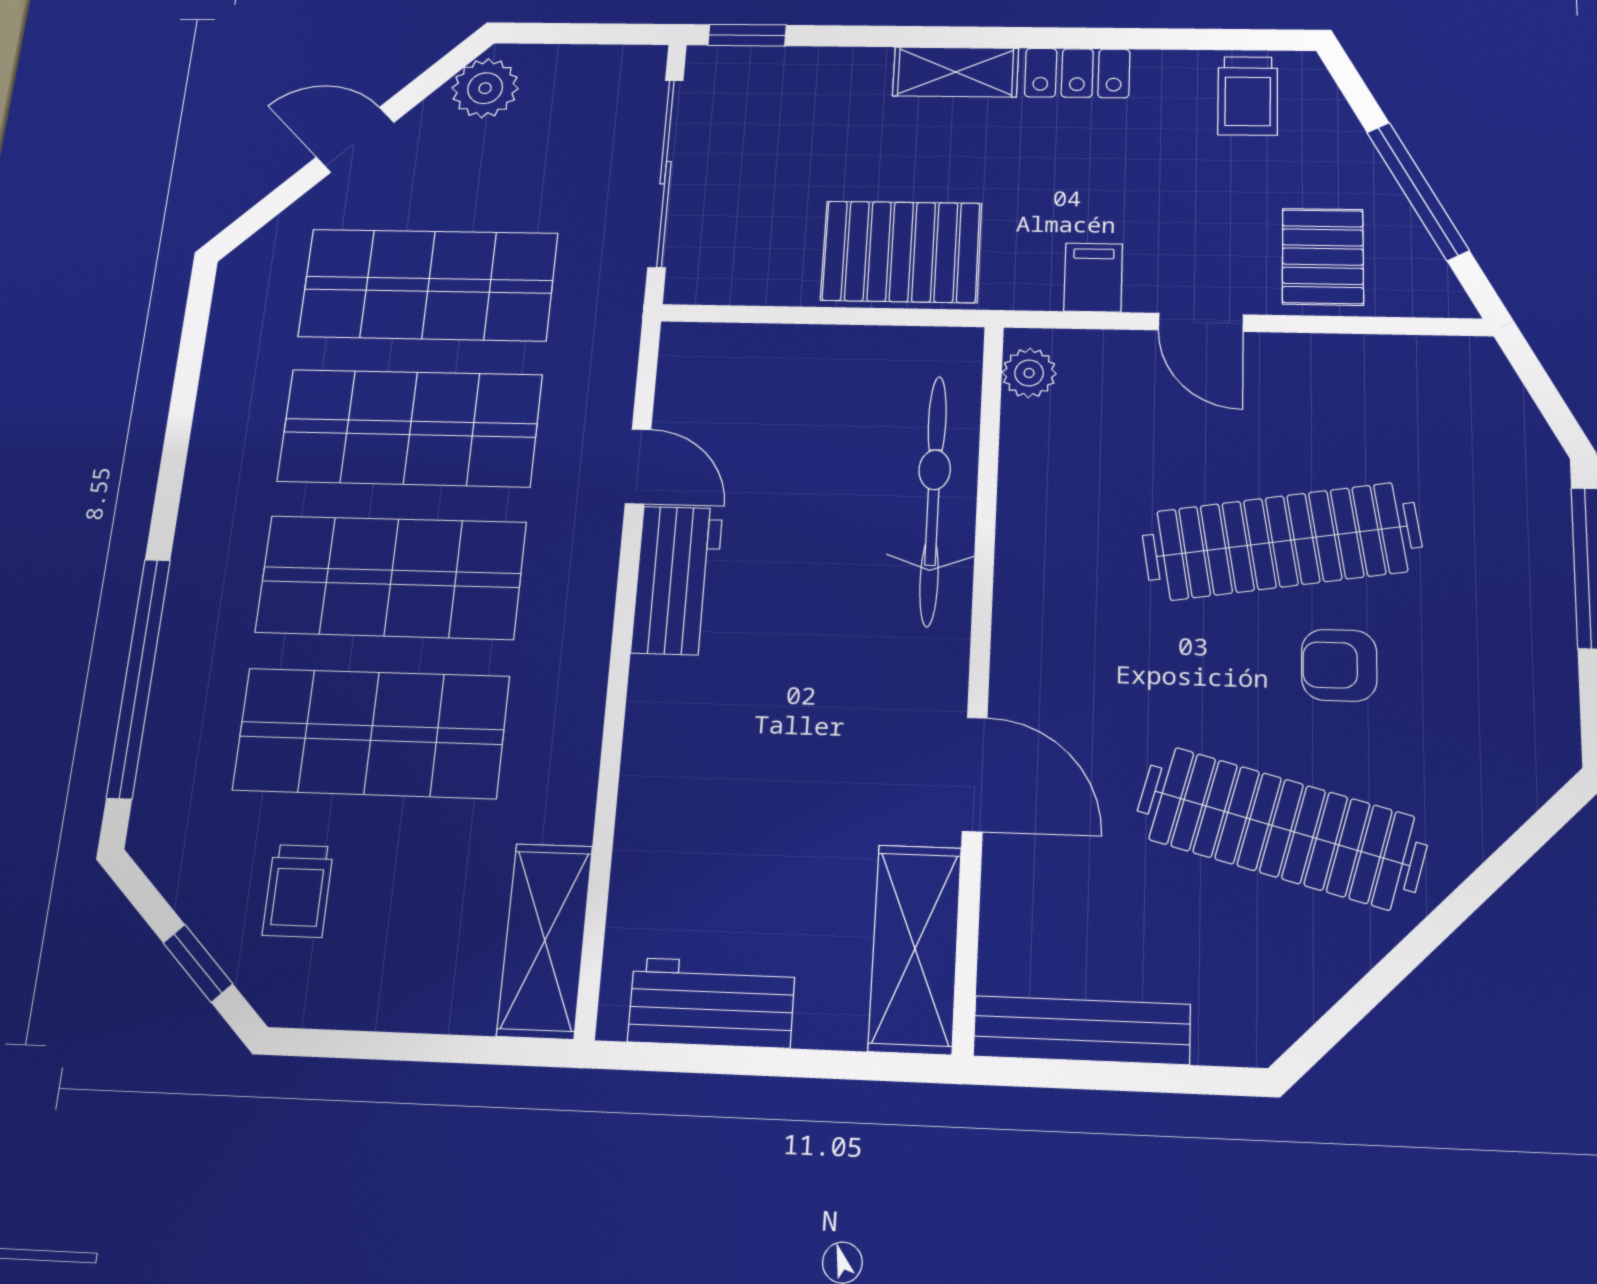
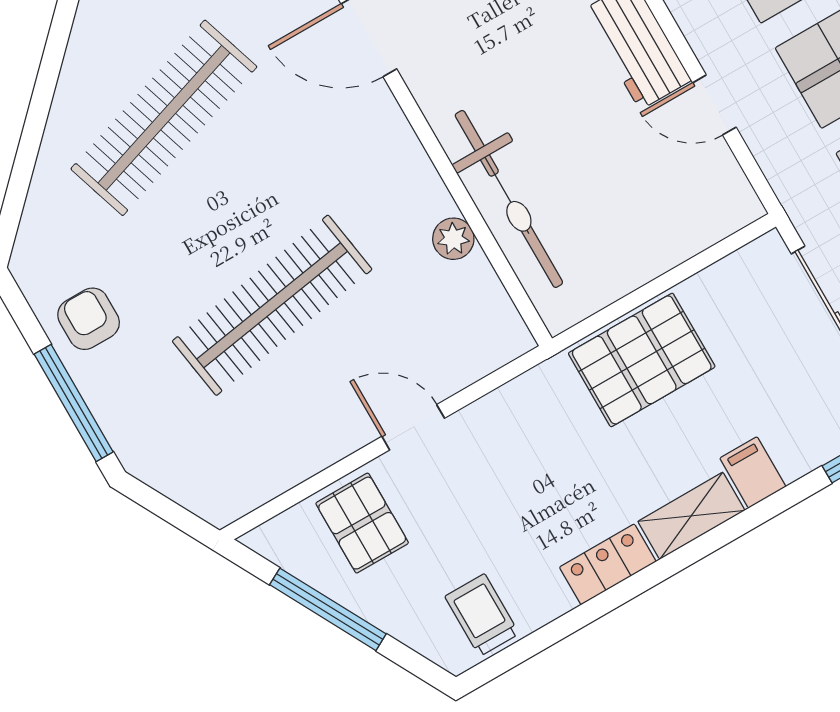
filing cabinet: (1093, 278) -> (753, 472), moved, turned 180
plant: (1029, 373) -> (453, 239), moved
armchair: (1339, 665) -> (89, 319), moved, turned -90
clothes rail: (1281, 828) -> (164, 118), turned -33

